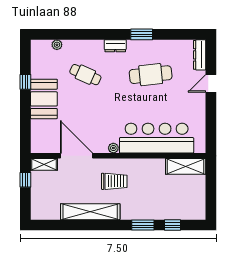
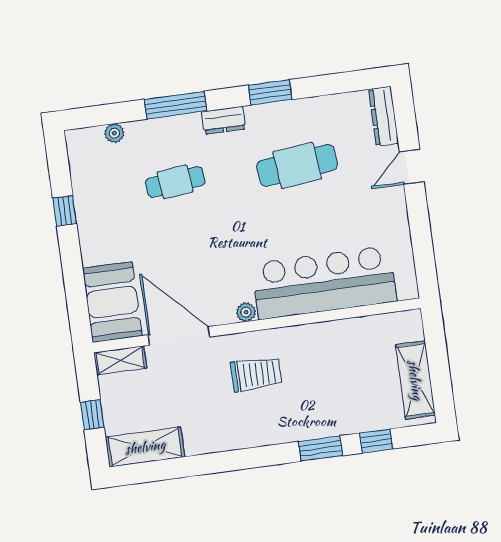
window: (91, 34) -> (176, 105), added
cafe table: (85, 75) -> (175, 182), turned -30
booth: (44, 99) -> (112, 302), moved
shelving: (186, 166) -> (415, 380), moved, turned 90
window: (25, 180) -> (92, 415), moved
shelving: (90, 212) -> (145, 447), moved, width x0.68

